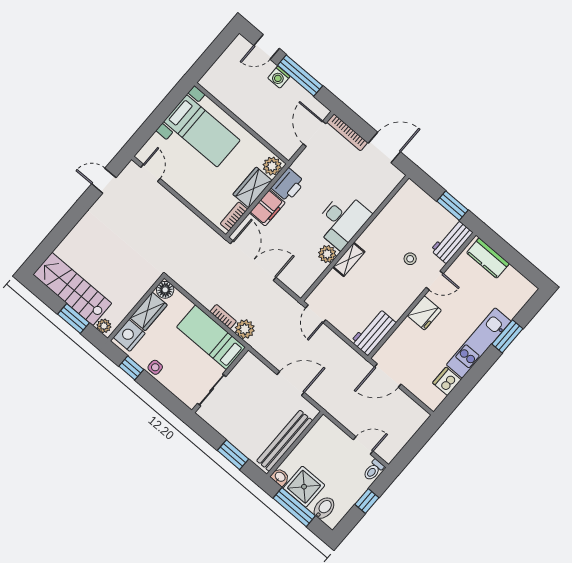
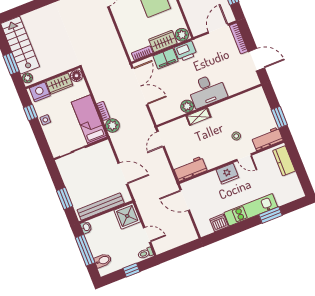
shower: (304, 487) -> (127, 216), moved

